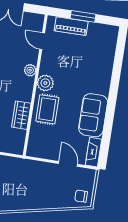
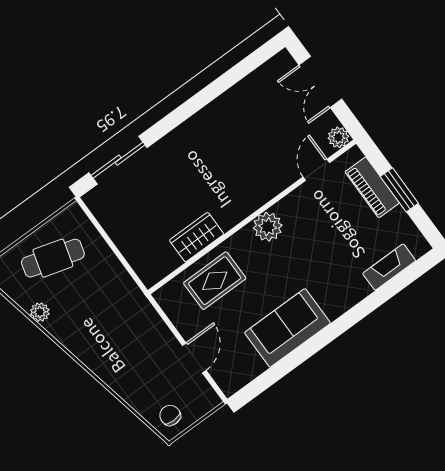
plant: (30, 70) -> (338, 137), moved
rug: (47, 109) -> (215, 281), moved
fireplace: (94, 152) -> (389, 267), moved

